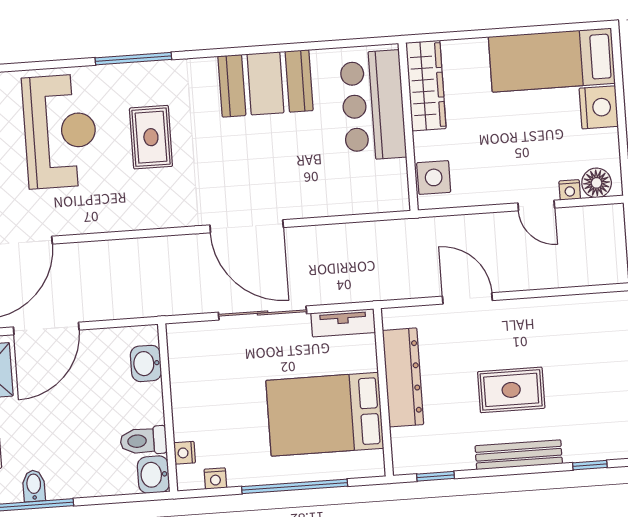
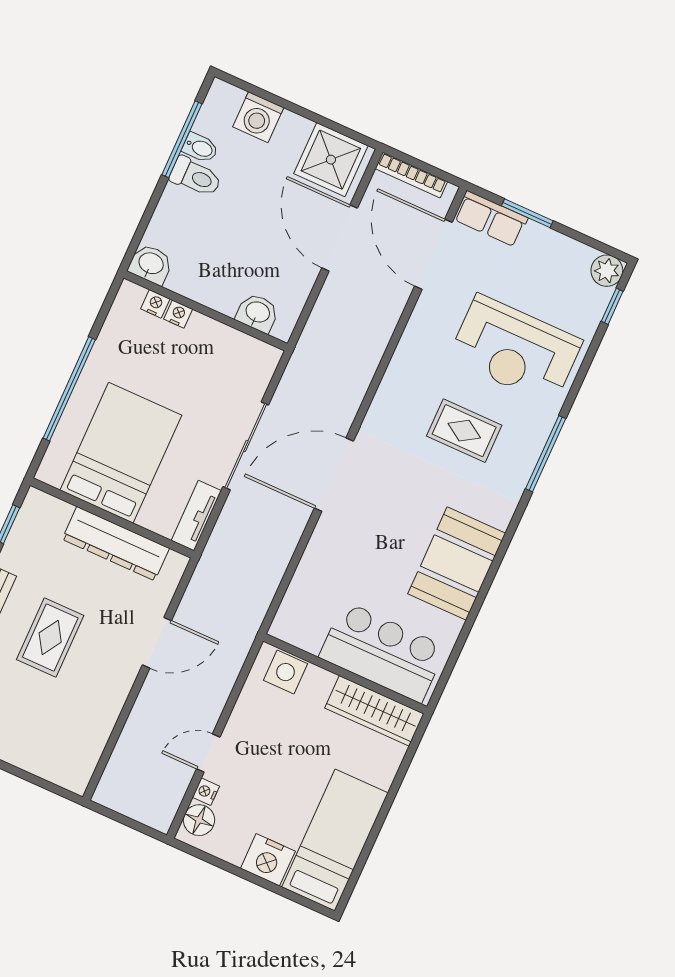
toilet: (143, 441) -> (196, 177), moved, turned 90
nightstand: (215, 478) -> (178, 314), moved, turned 90

